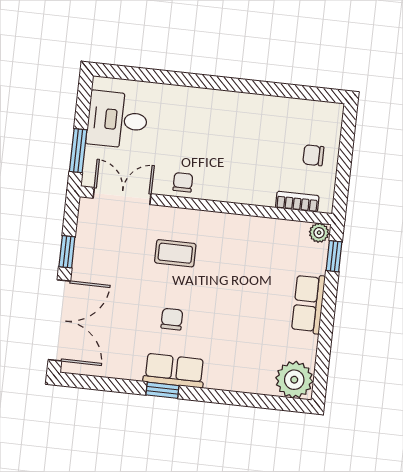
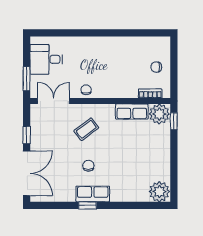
plant: (319, 233) -> (159, 114), width x1.88, depth x1.88
coffee table: (175, 253) -> (86, 129), turned -37
row of seats: (308, 304) -> (132, 112), moved, turned -90

